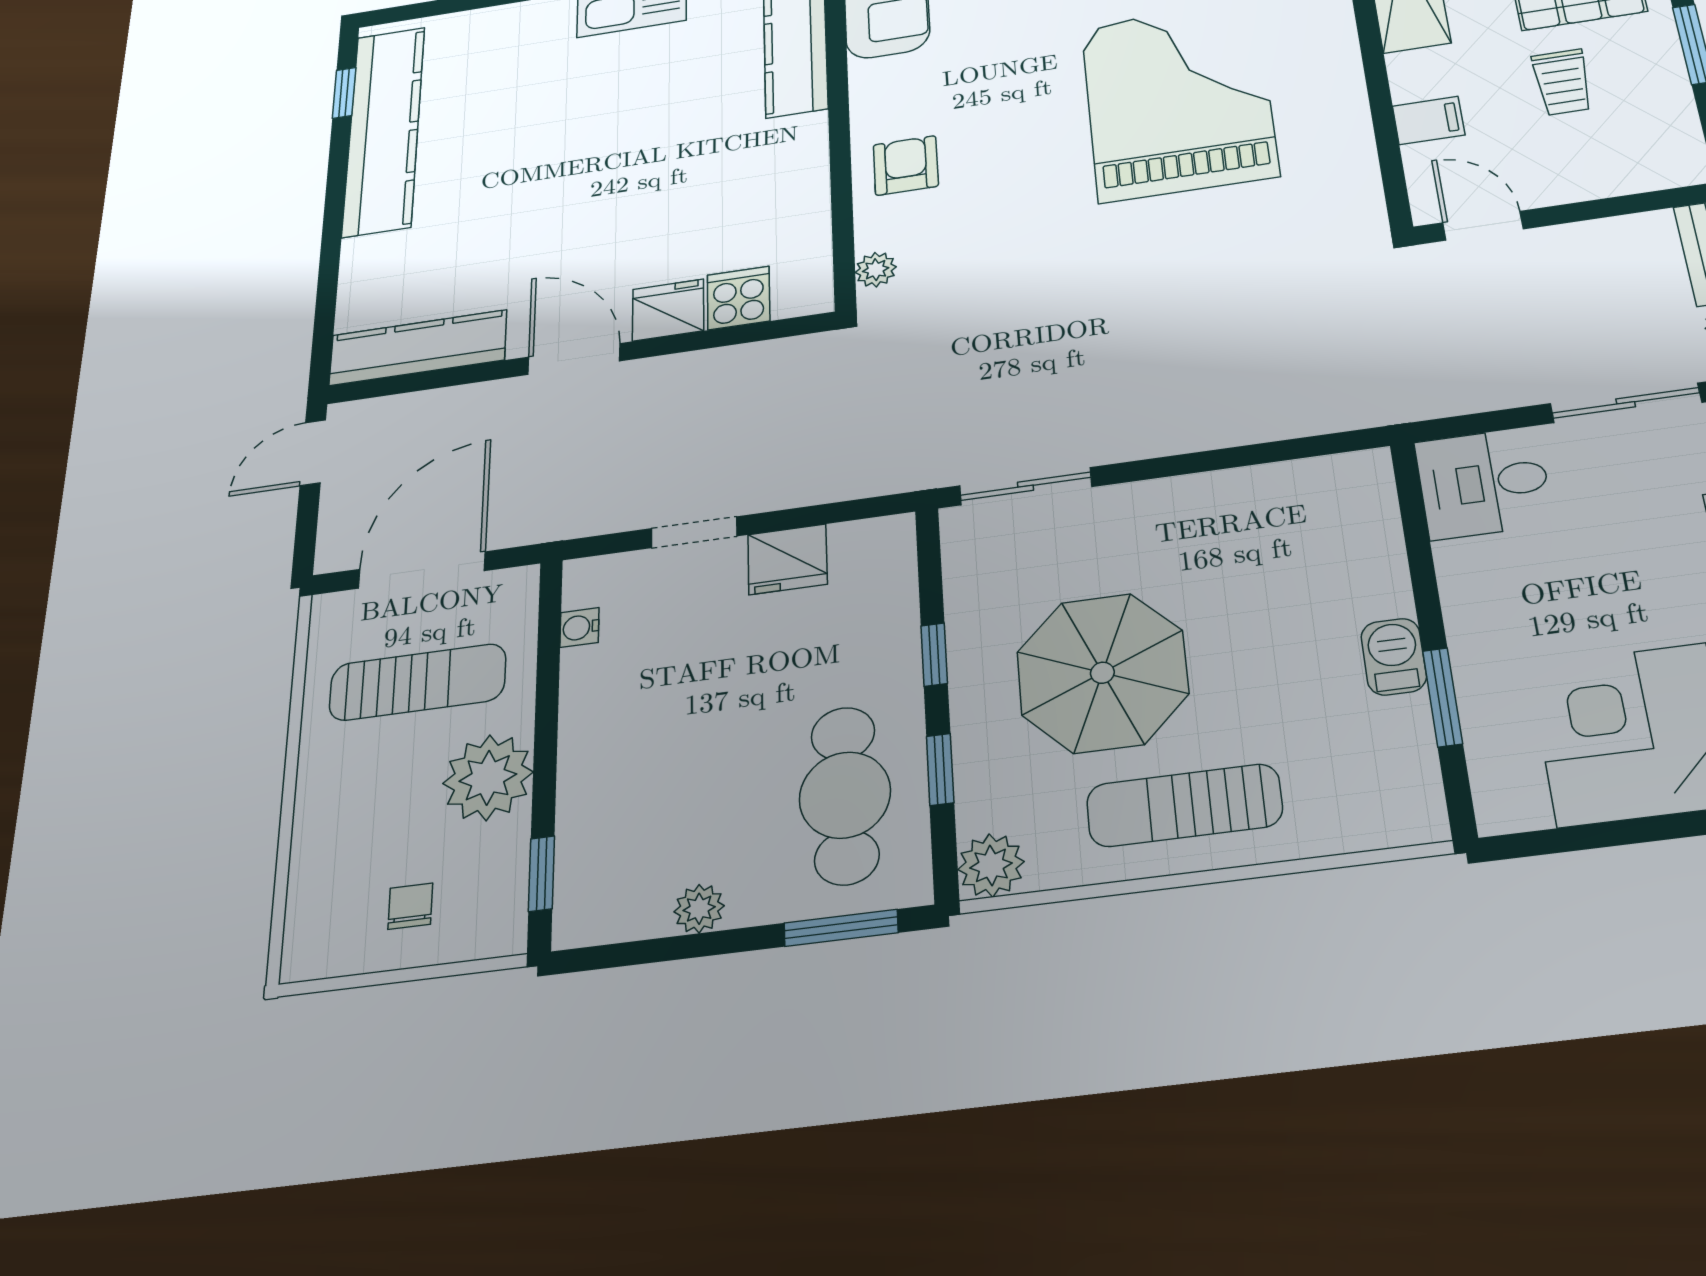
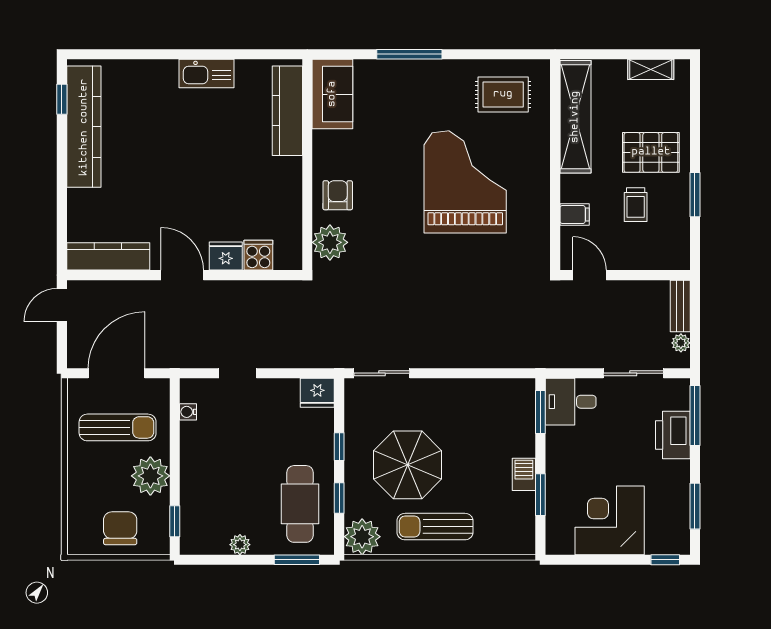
plant: (876, 270) -> (330, 242), width x1.88, depth x1.88
window: (1413, 515) -> (540, 412), added
fridge: (787, 559) -> (317, 393), moved
plant: (991, 865) -> (362, 537), width x1.36, depth x1.36
chair: (410, 906) -> (120, 528), width x1.87, depth x1.87

